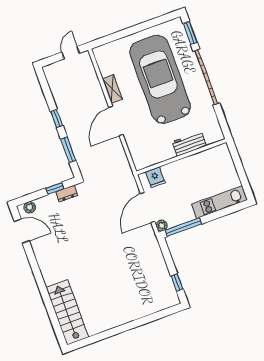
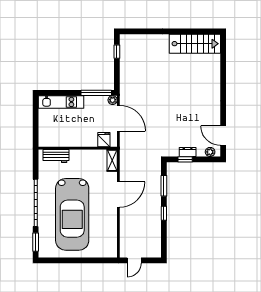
shelving: (112, 89) -> (112, 160), moved
workbench: (189, 144) -> (56, 156), moved
dresser: (67, 194) -> (188, 152), moved
door: (148, 207) -> (118, 118), hinge flipped
stairs: (67, 312) -> (195, 44), moved, turned -90

